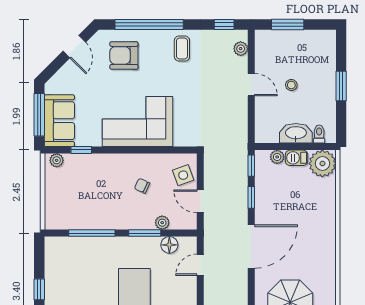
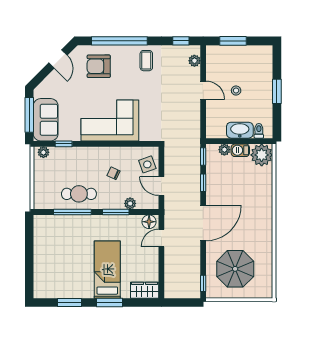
cafe table: (100, 211) -> (79, 194), added
floor lamp: (169, 245) -> (149, 222), moved
window: (39, 289) -> (29, 258), removed

